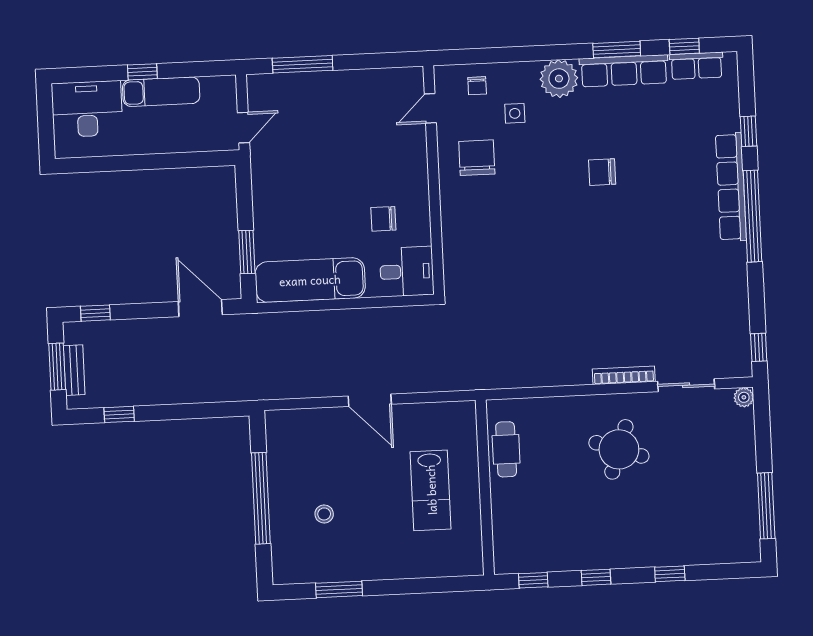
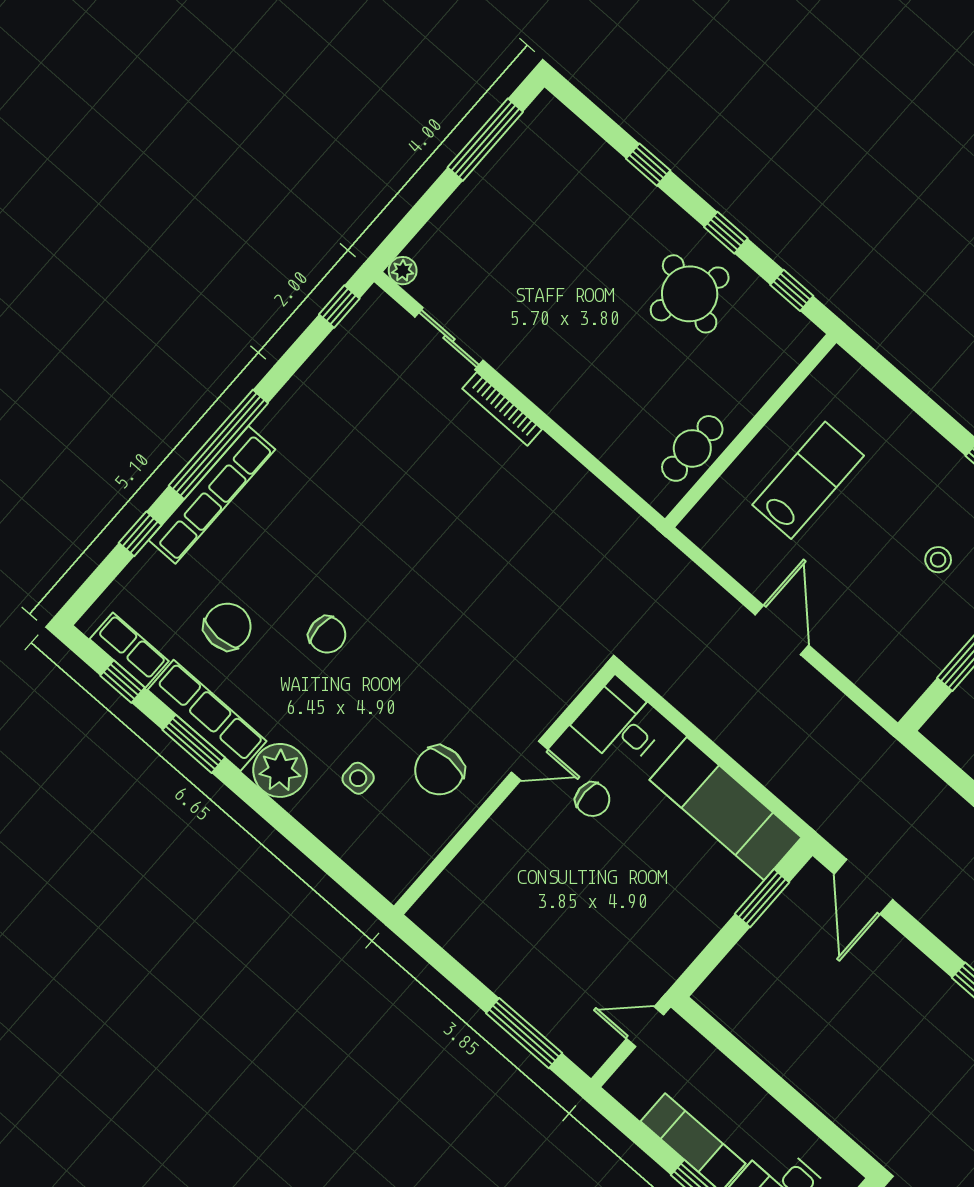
chair: (477, 86) -> (227, 627), moved, width x1.87, depth x1.87
door: (430, 108) -> (530, 761), moved
round table: (619, 449) -> (690, 294), moved

